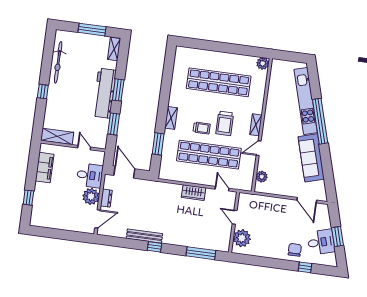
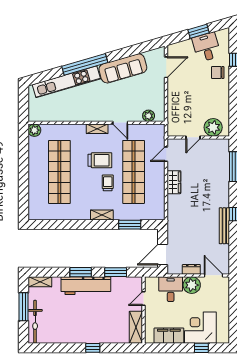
bicycle: (58, 62) -> (35, 322), moved, turned 90
corner desk: (48, 199) -> (200, 328), added

